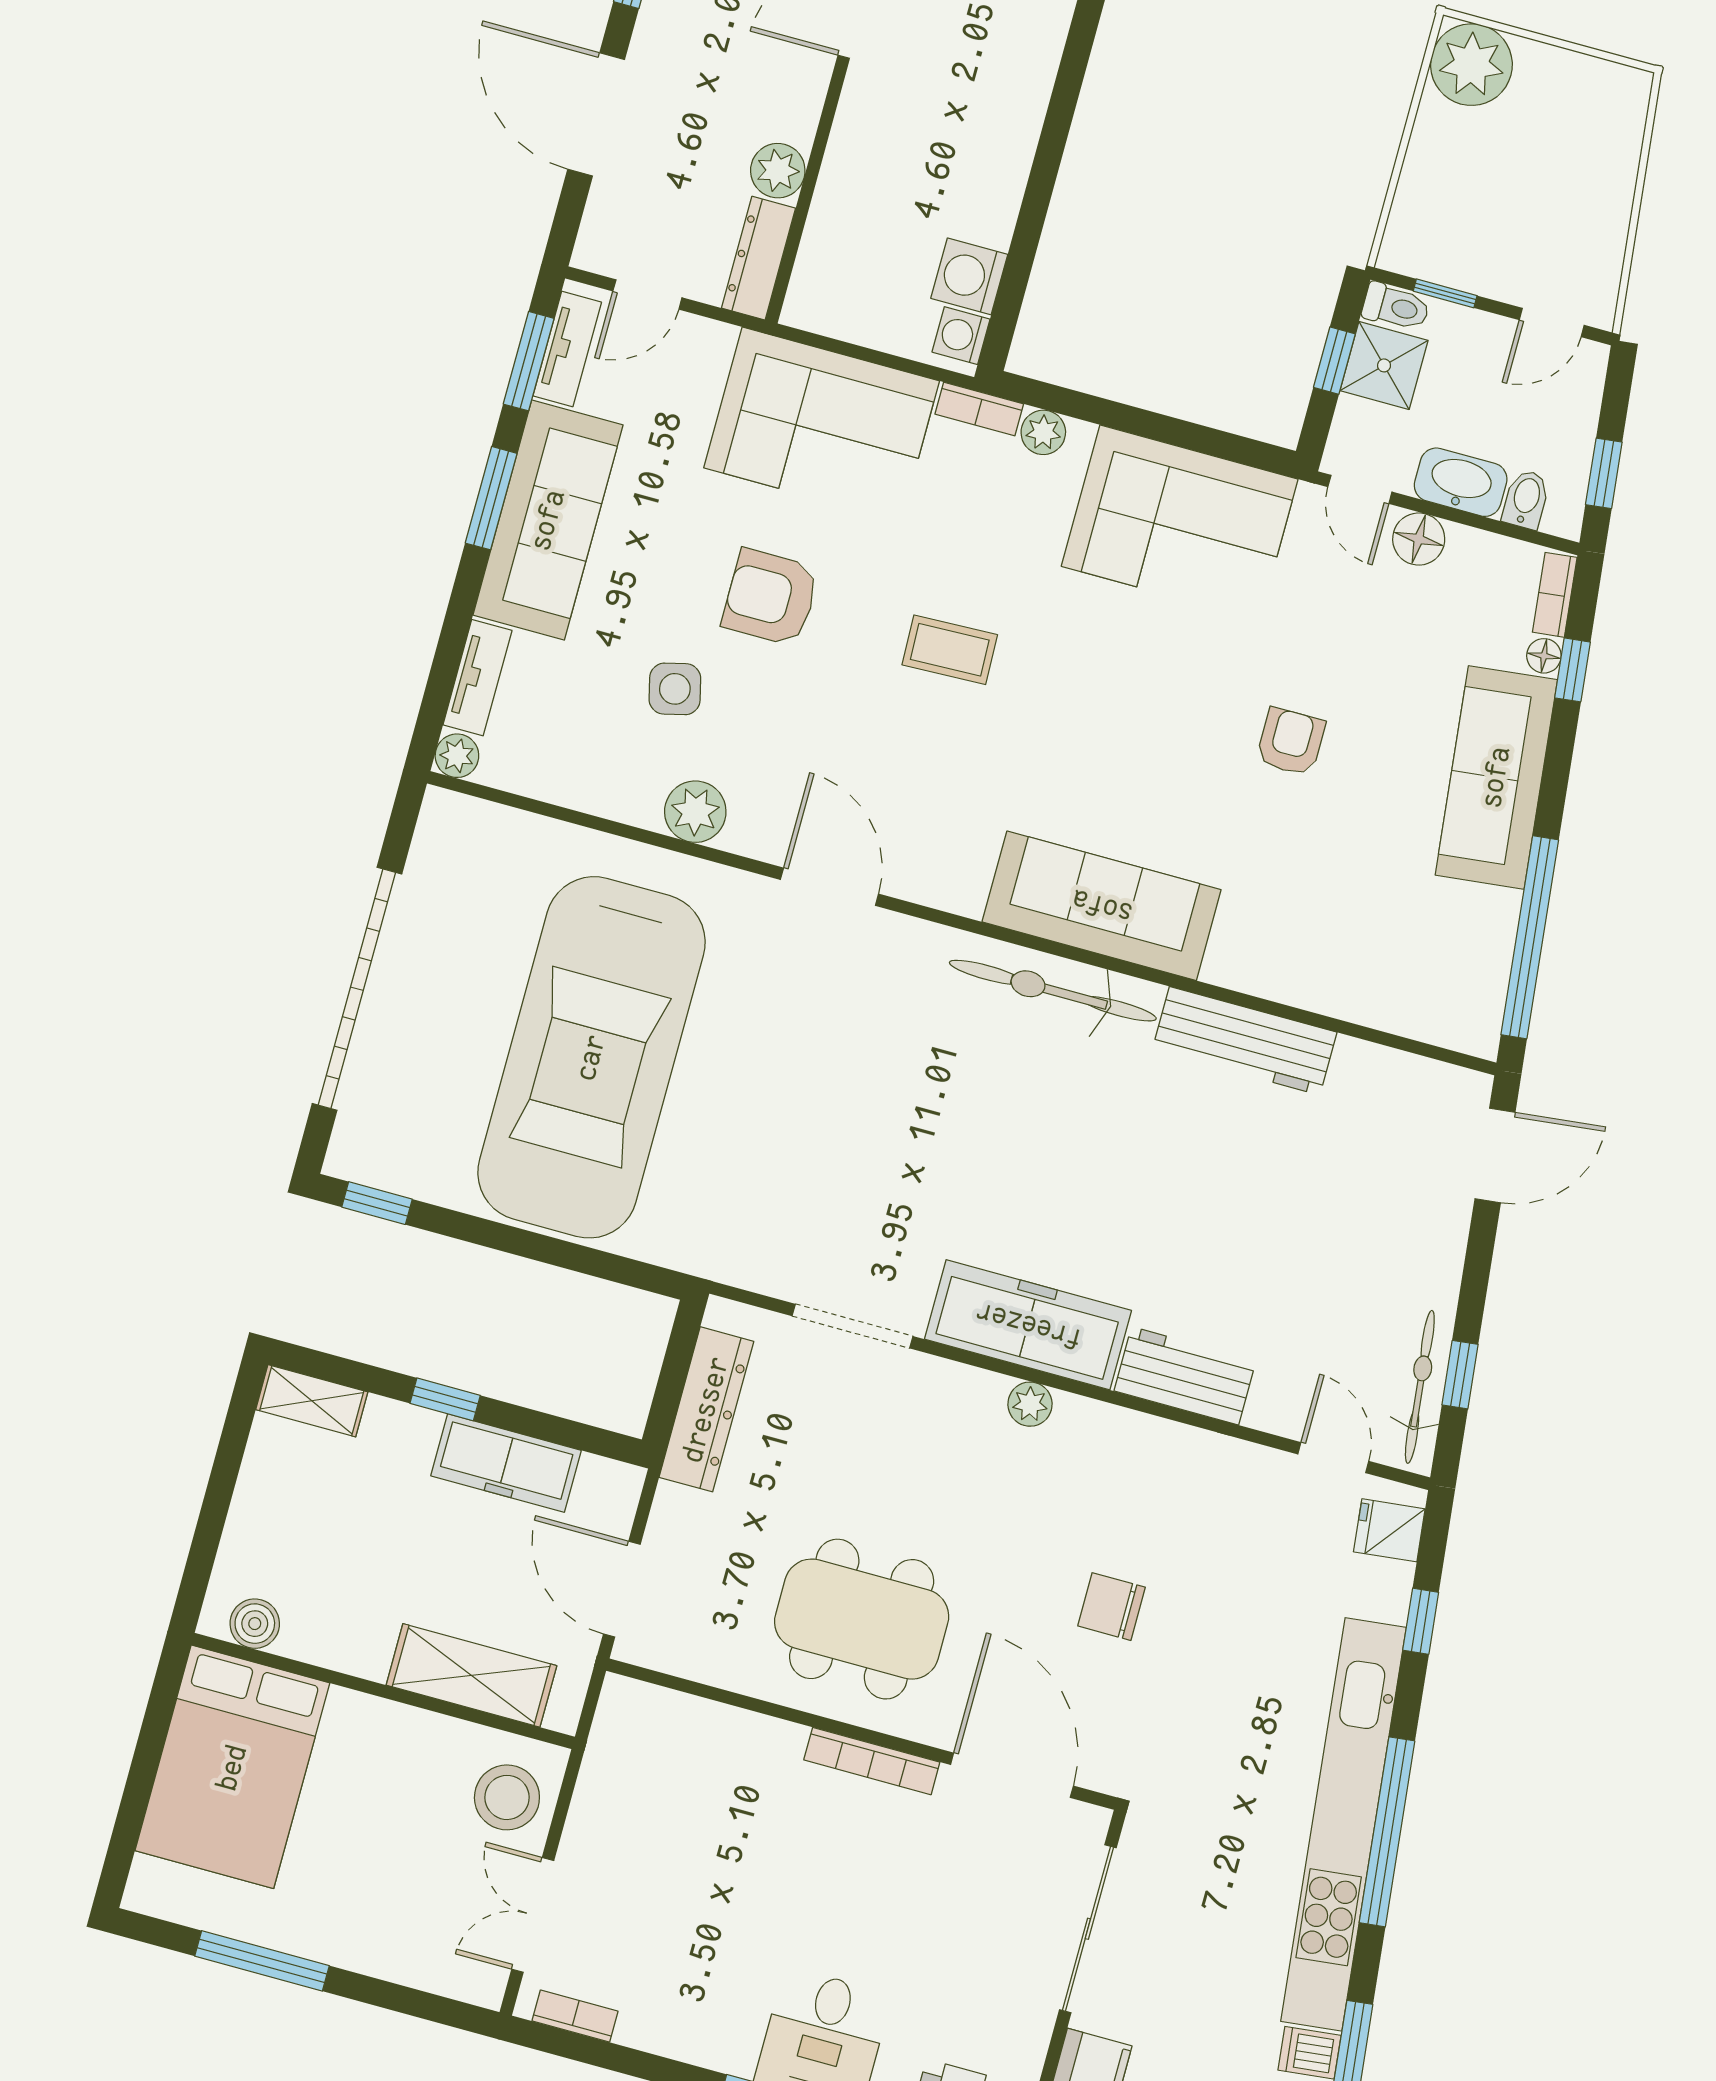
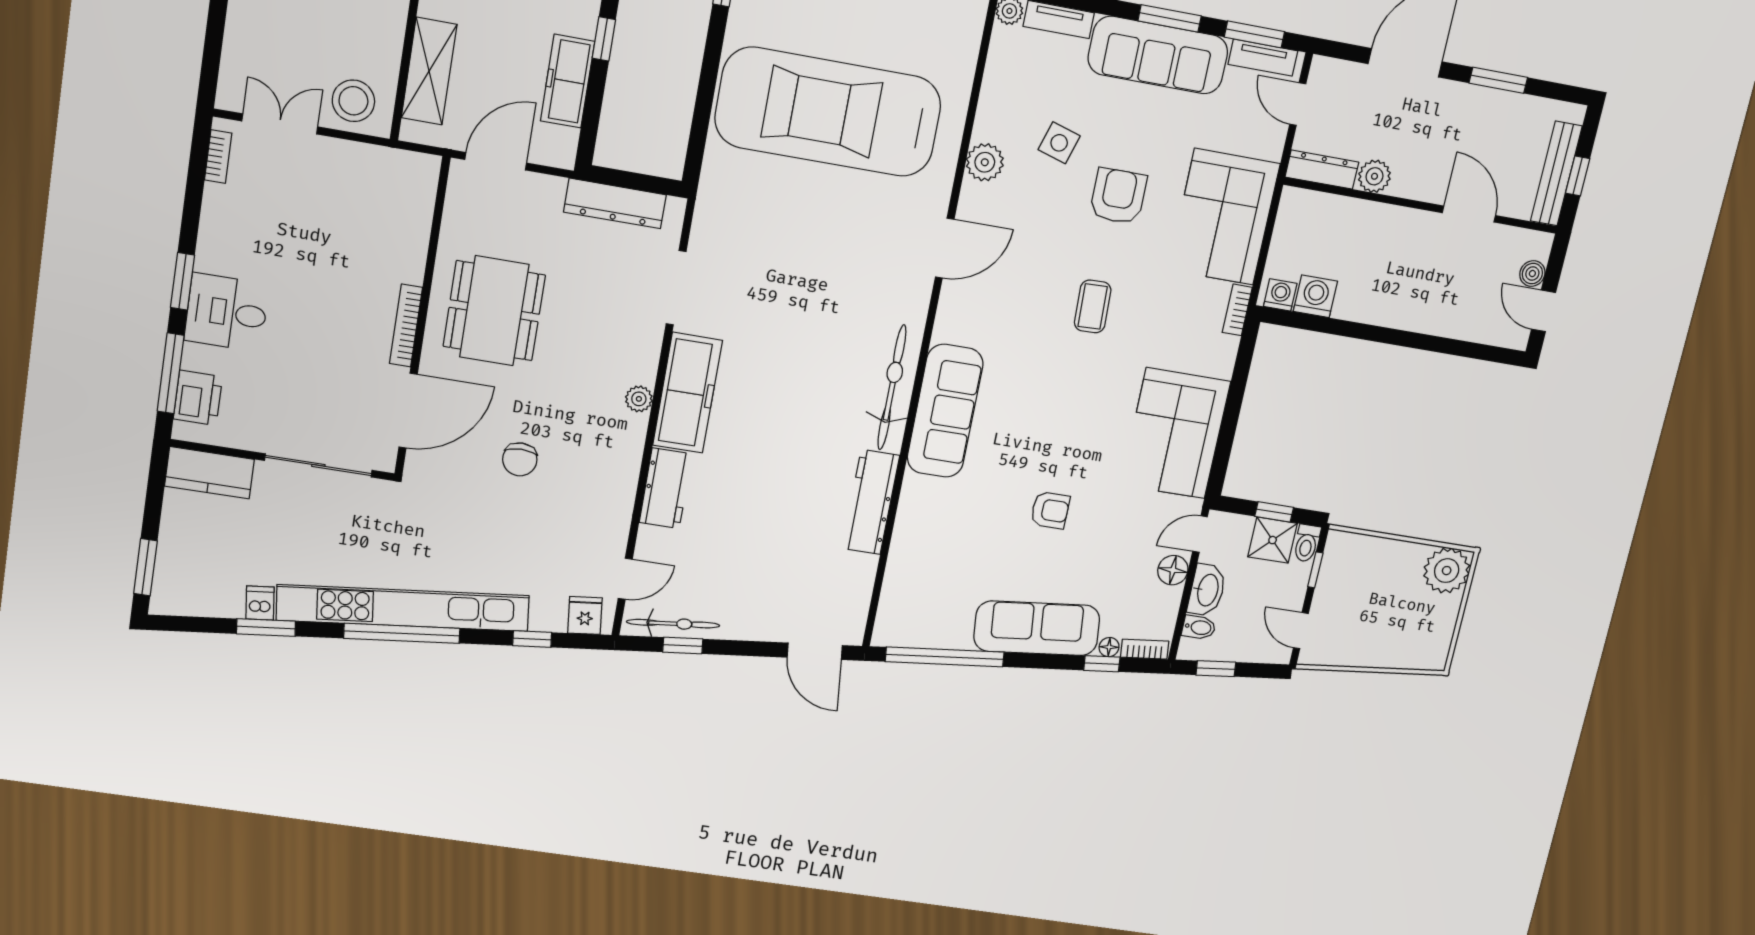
plant: (1043, 432) -> (1225, 349), removed
side table: (675, 689) -> (1059, 143), turned 31
chair: (1111, 1607) -> (520, 459), turned 180

